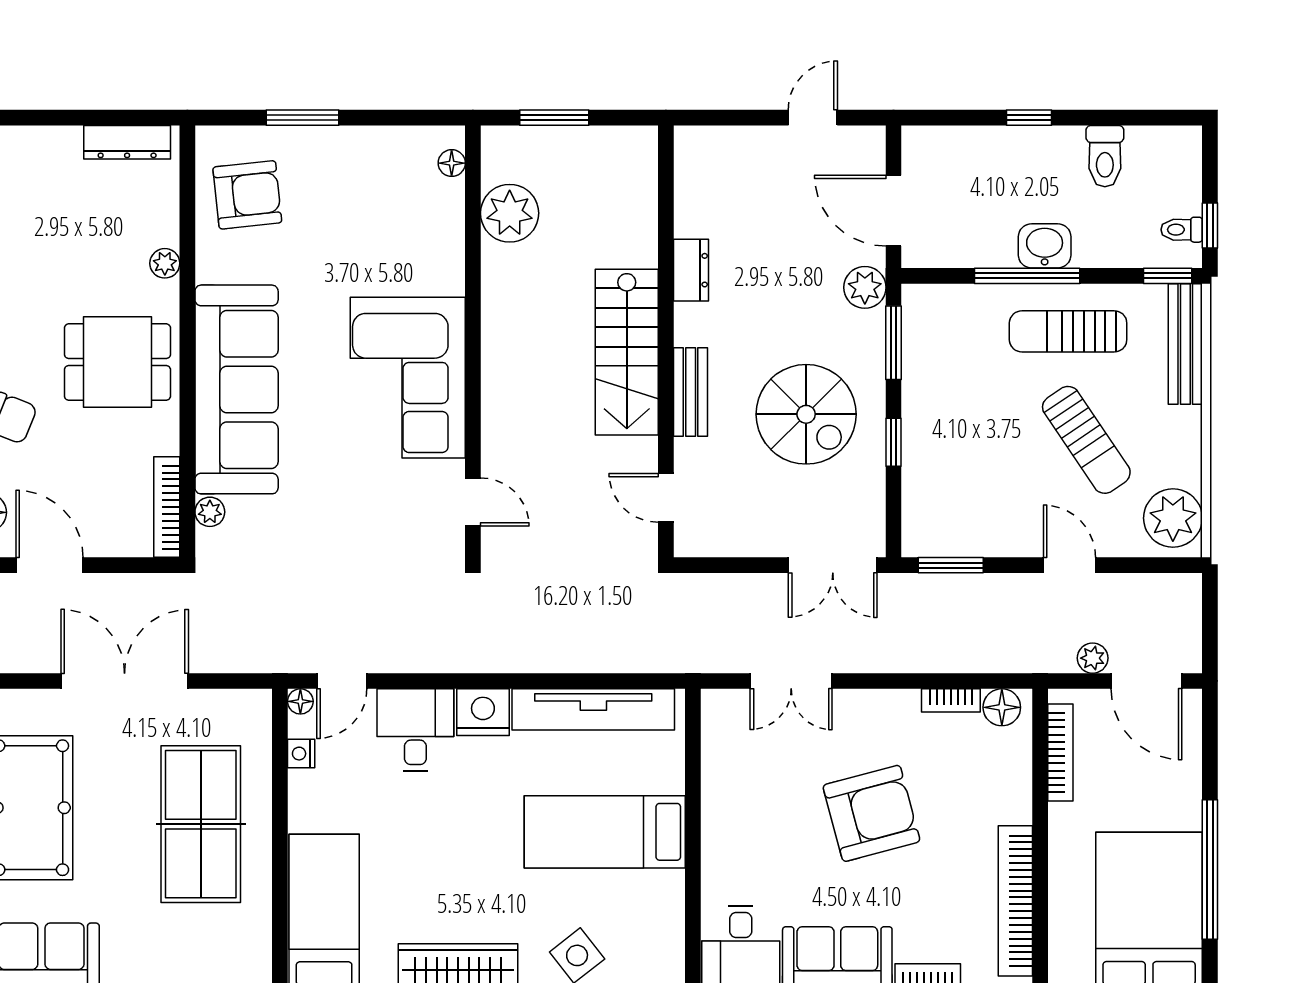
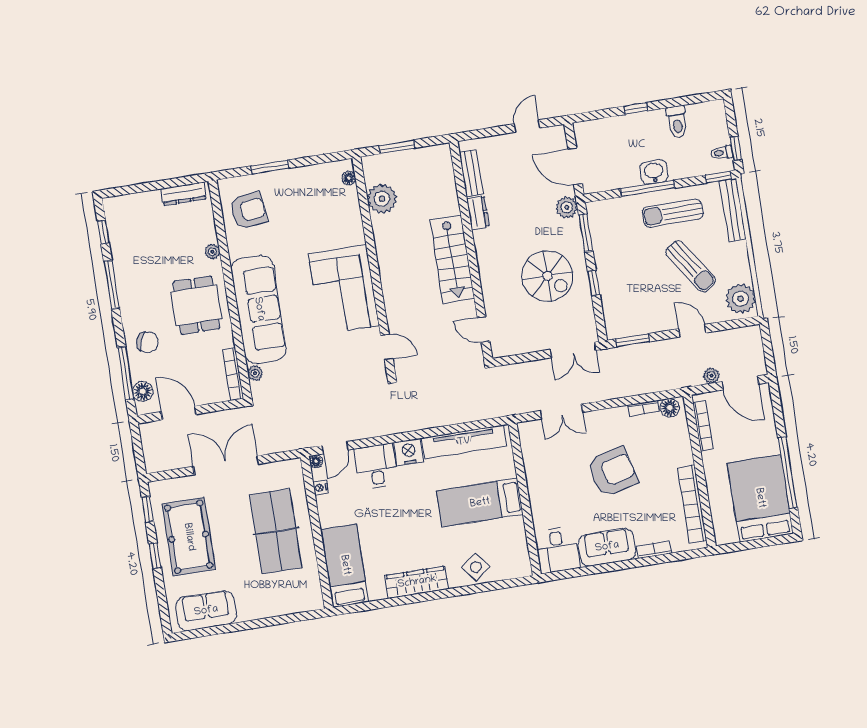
dining table: (117, 362) -> (196, 305), turned 90
bench: (691, 392) -> (471, 173), moved

